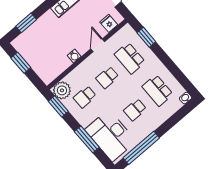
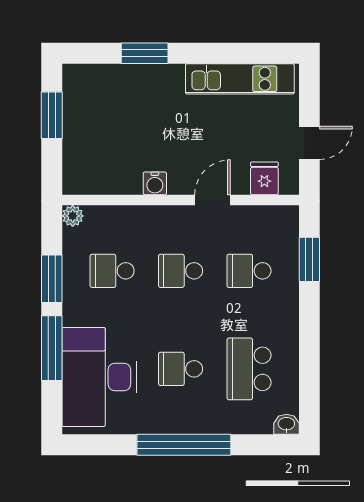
window: (26, 23) -> (145, 53), moved
school desk: (130, 58) -> (249, 271), width x0.54
plant: (62, 90) -> (73, 216), width x0.53, depth x0.53
window: (58, 106) -> (52, 279), moved
window: (141, 148) -> (184, 445), moved

